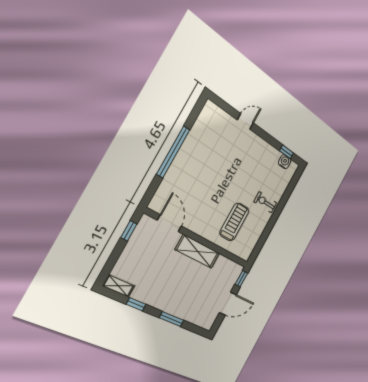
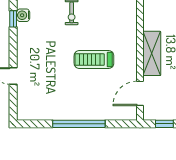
treadmill: (234, 222) -> (94, 60), moved

